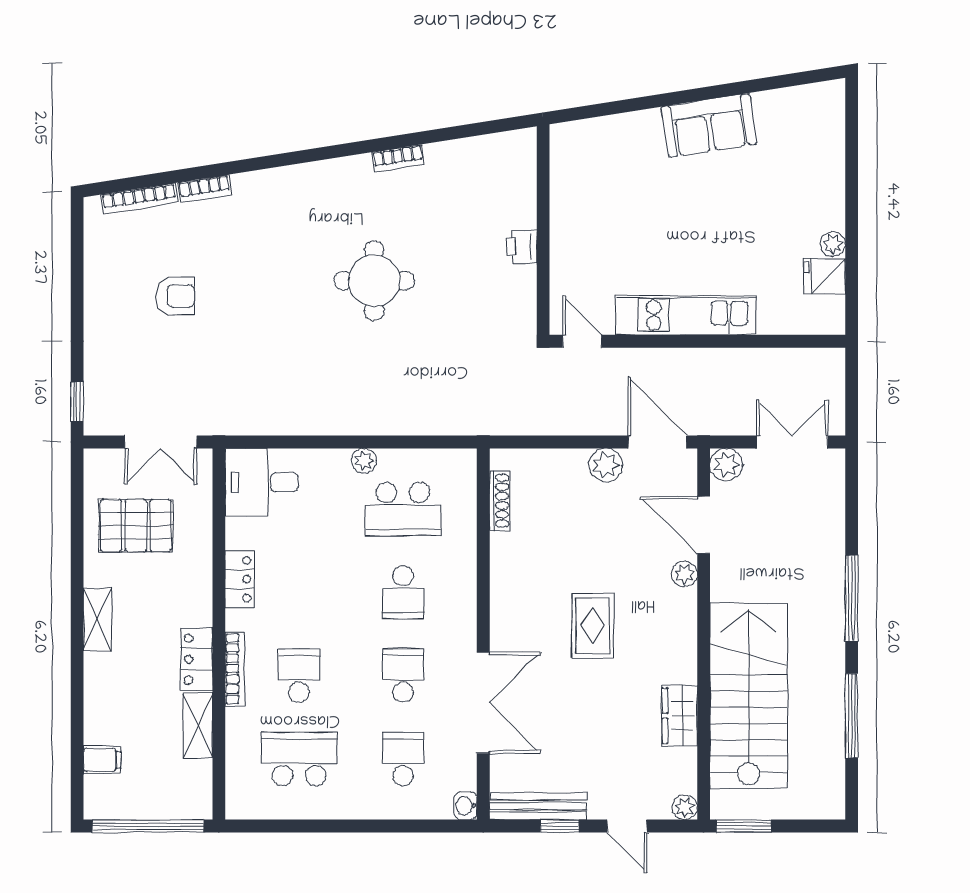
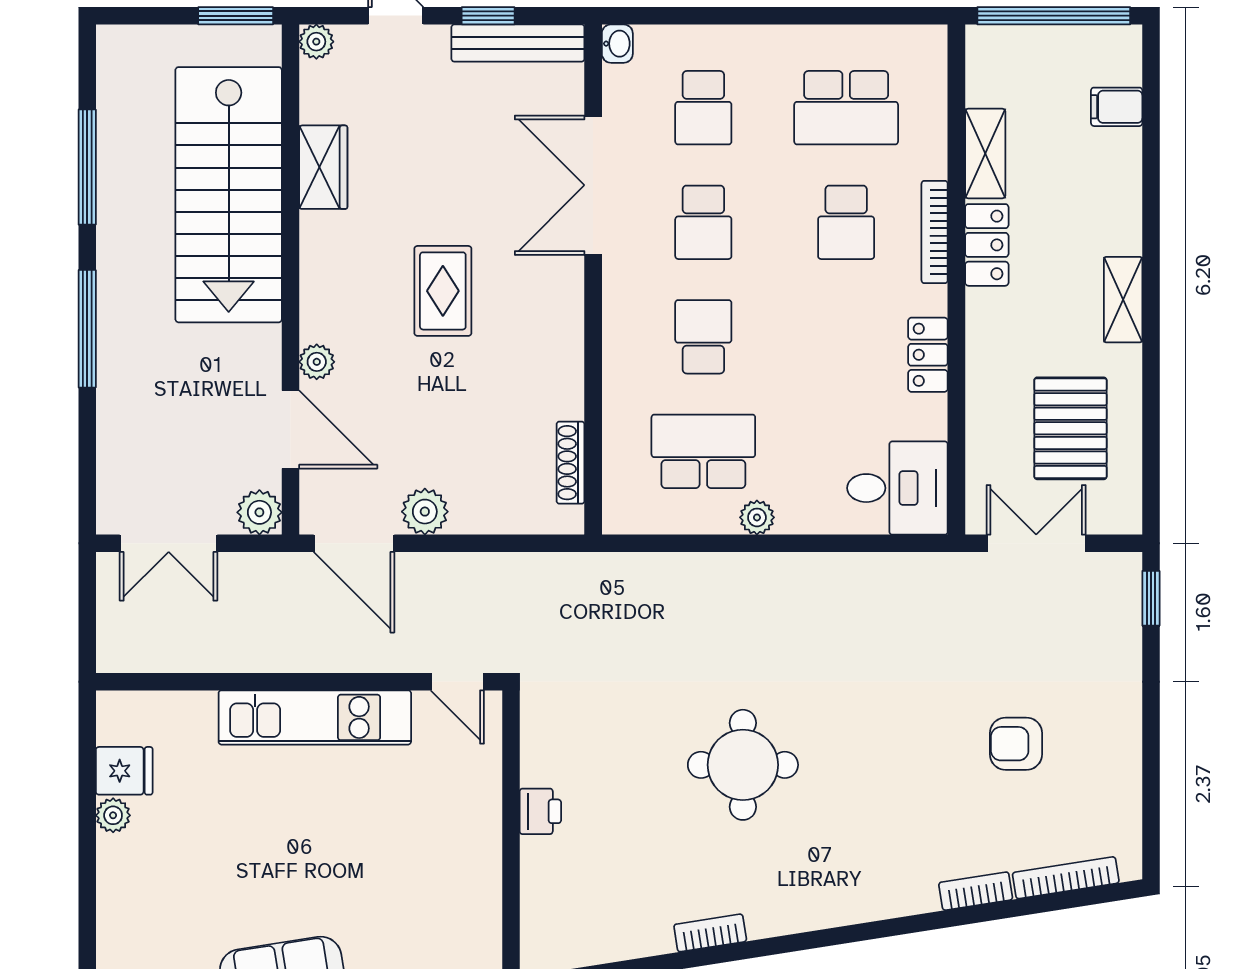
pallet: (136, 526) -> (1070, 428), turned 90

